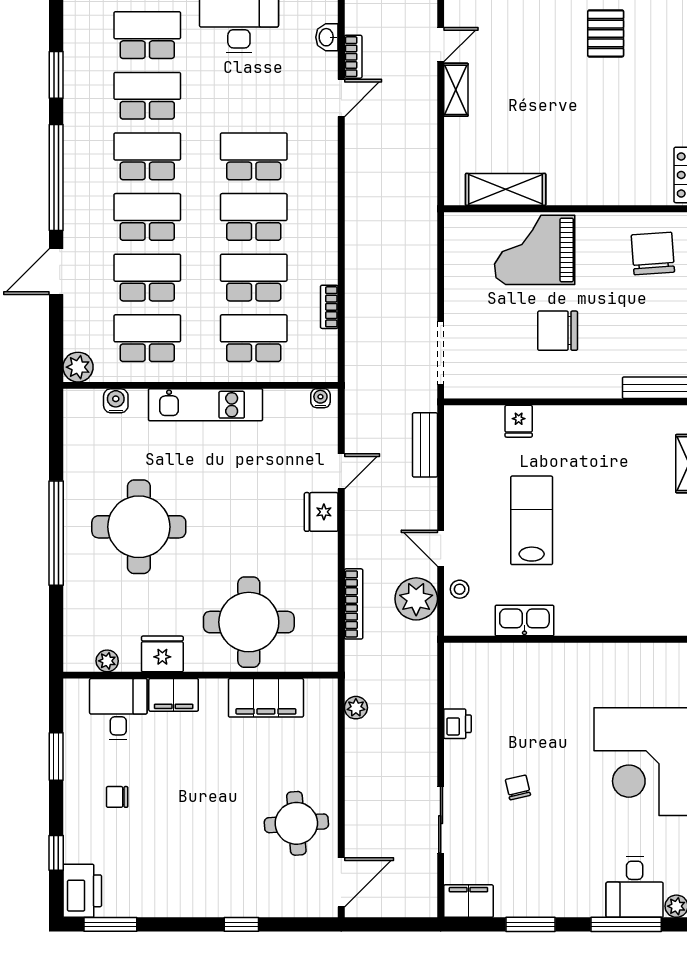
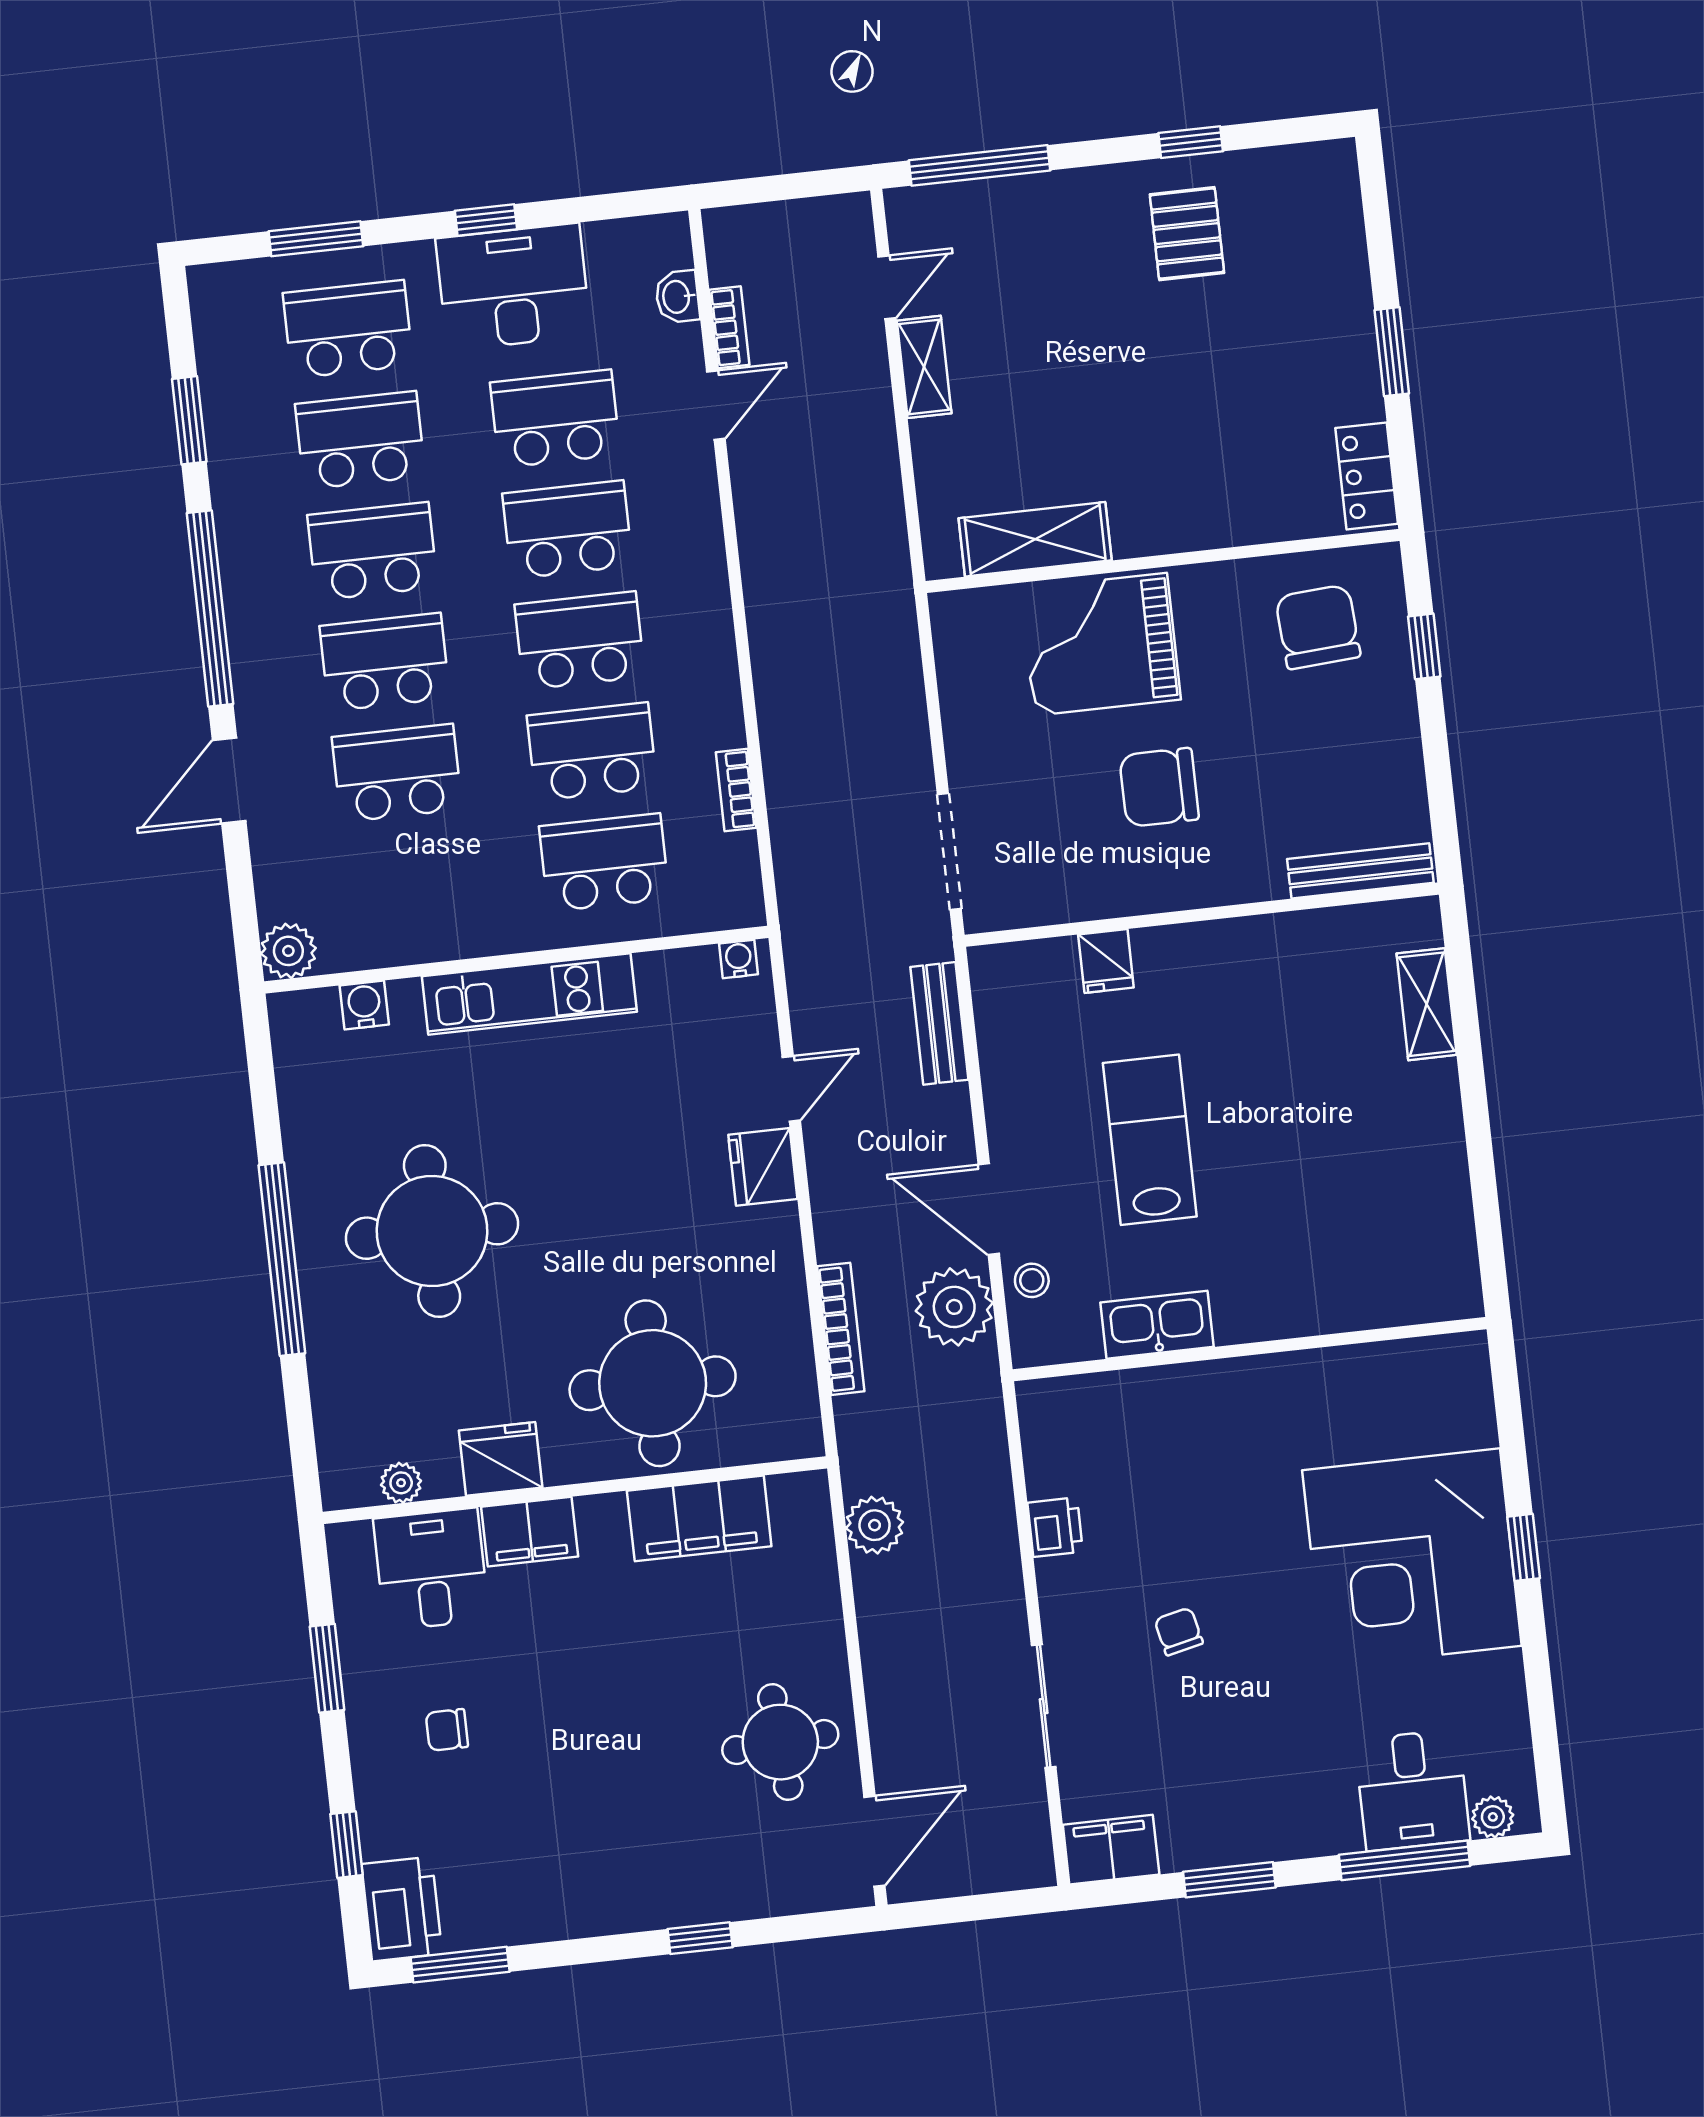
school desk: (147, 338) -> (555, 419), moved
door: (441, 548) -> (989, 1209), width x1.38
plant: (356, 708) -> (875, 1525), width x1.38, depth x1.38

